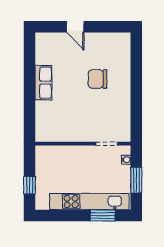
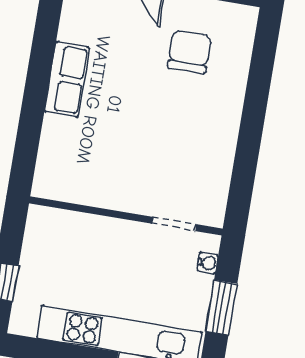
chair: (98, 79) -> (189, 52), moved, turned 90

